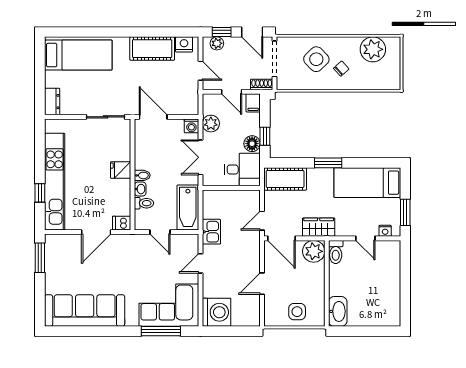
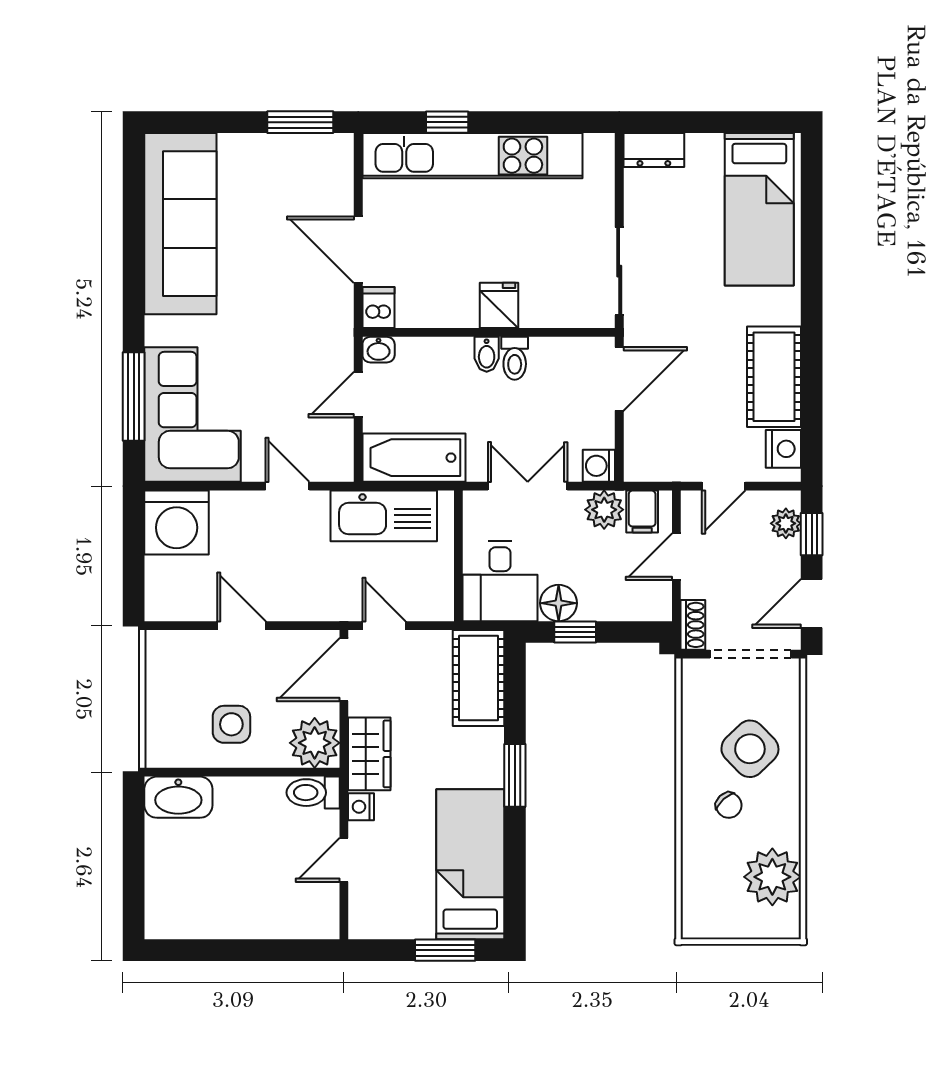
filing cabinet: (253, 103) -> (642, 512), moved, turned -90
washbasin: (140, 189) -> (379, 350), moved
toilet: (144, 203) -> (515, 358), moved
window: (405, 212) -> (445, 950), moved
nightstand: (385, 231) -> (361, 807), moved
kitchen sink: (211, 232) -> (384, 516), width x1.88, depth x1.24
side table: (297, 312) -> (231, 724), moved

